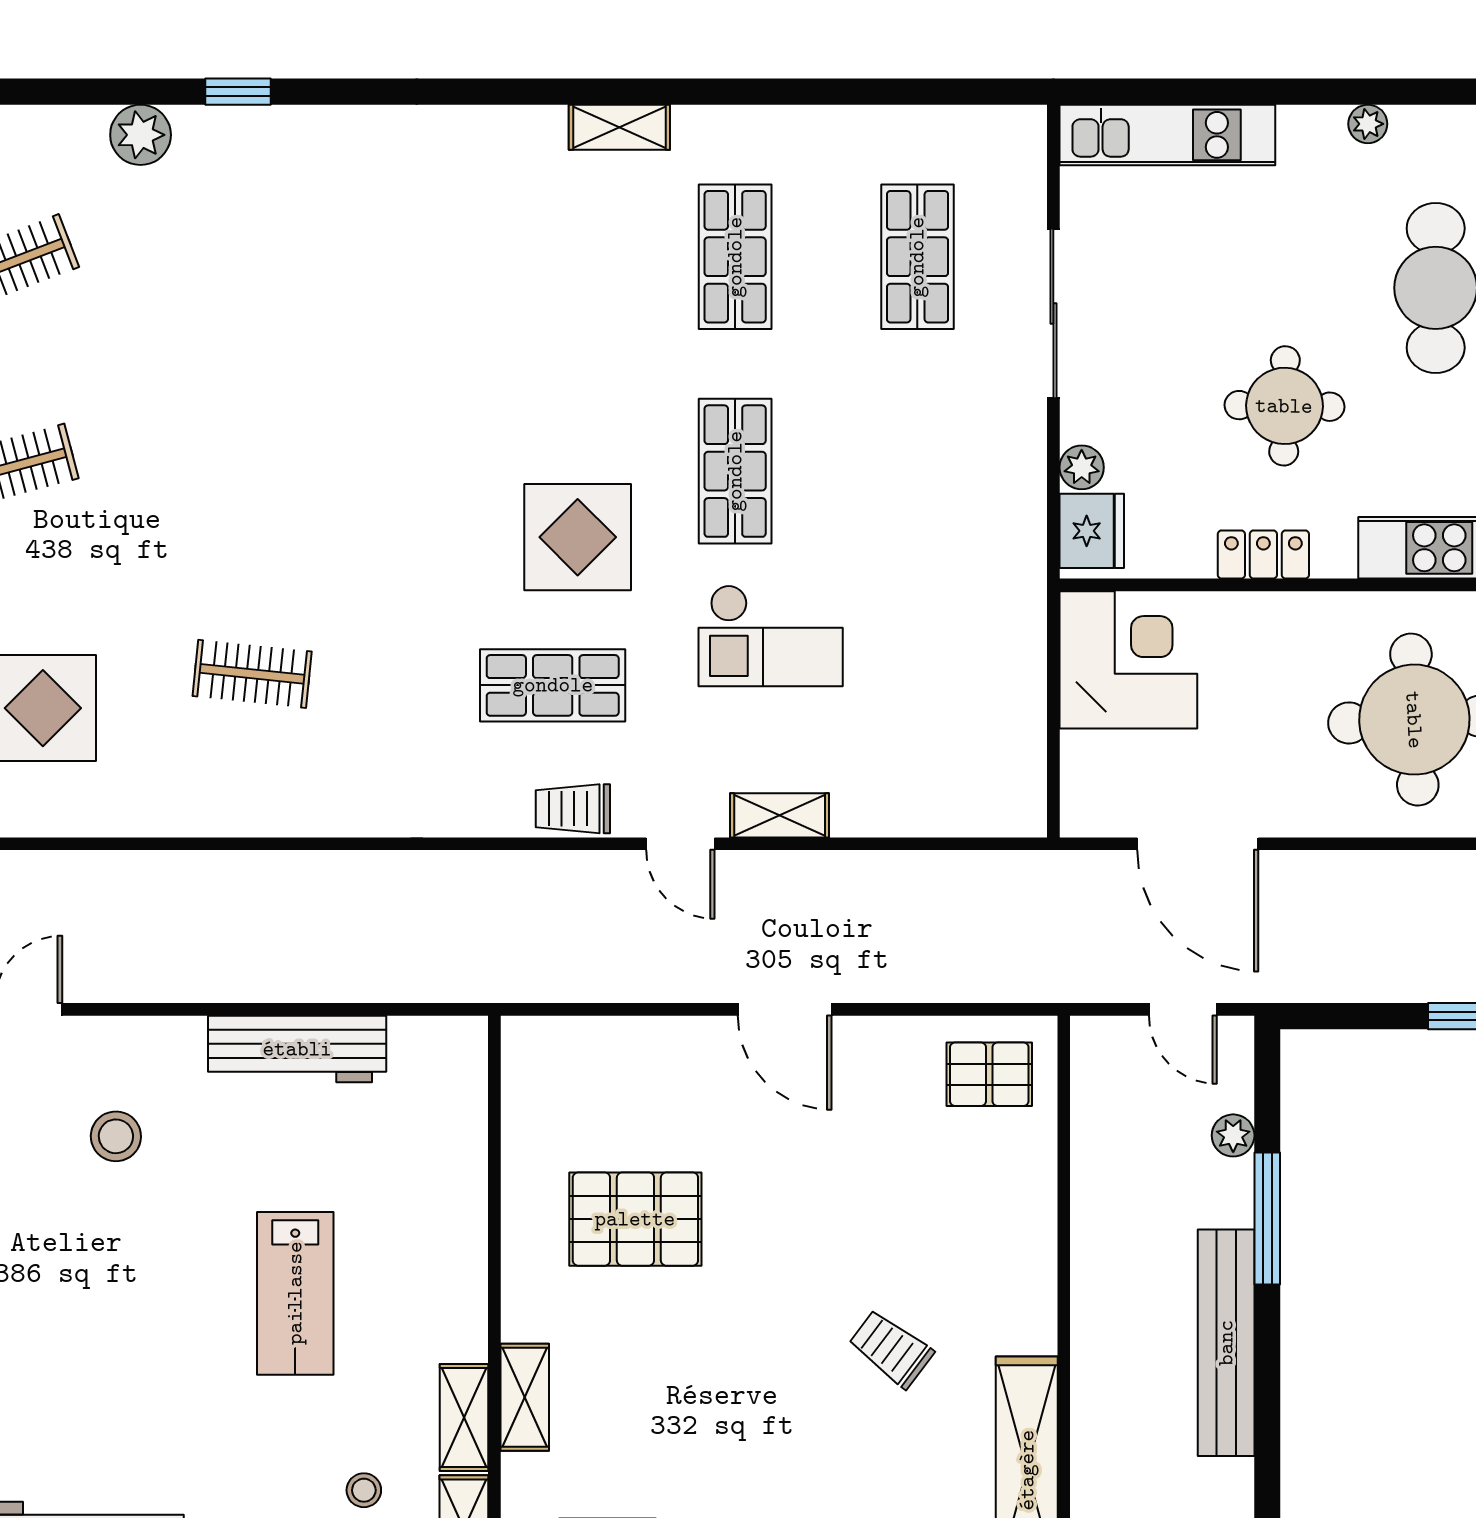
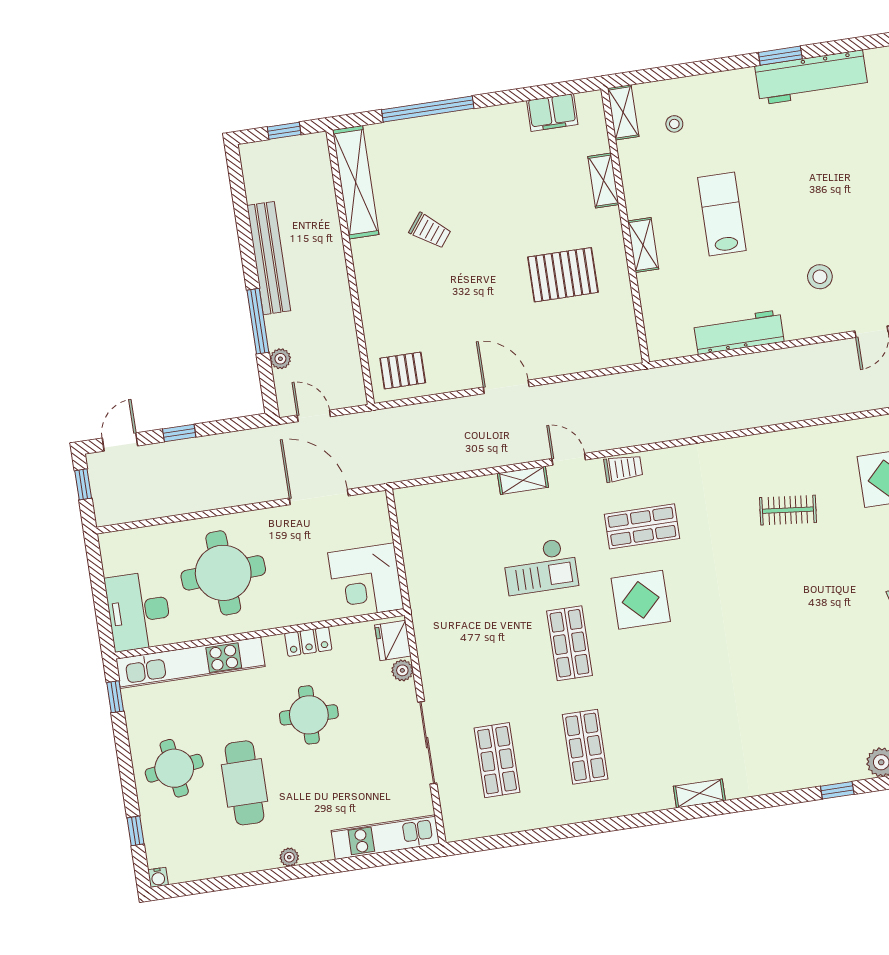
shelving: (619, 127) -> (699, 793), moved
checkout: (771, 636) -> (540, 566), turned 180
shelving: (464, 1417) -> (643, 245), moved

